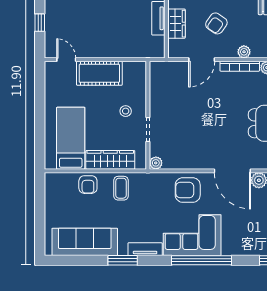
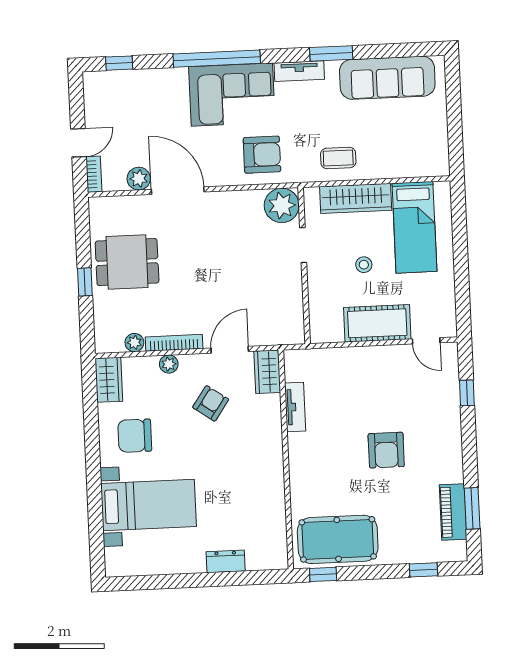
wardrobe: (176, 24) -> (267, 372), moved
stool: (126, 111) -> (364, 265), moved
plant: (156, 163) -> (282, 205), width x1.88, depth x1.88
armchair: (88, 185) -> (386, 161), removed
coffee table: (121, 188) -> (338, 158), turned 90
armchair: (188, 190) -> (262, 155), moved

